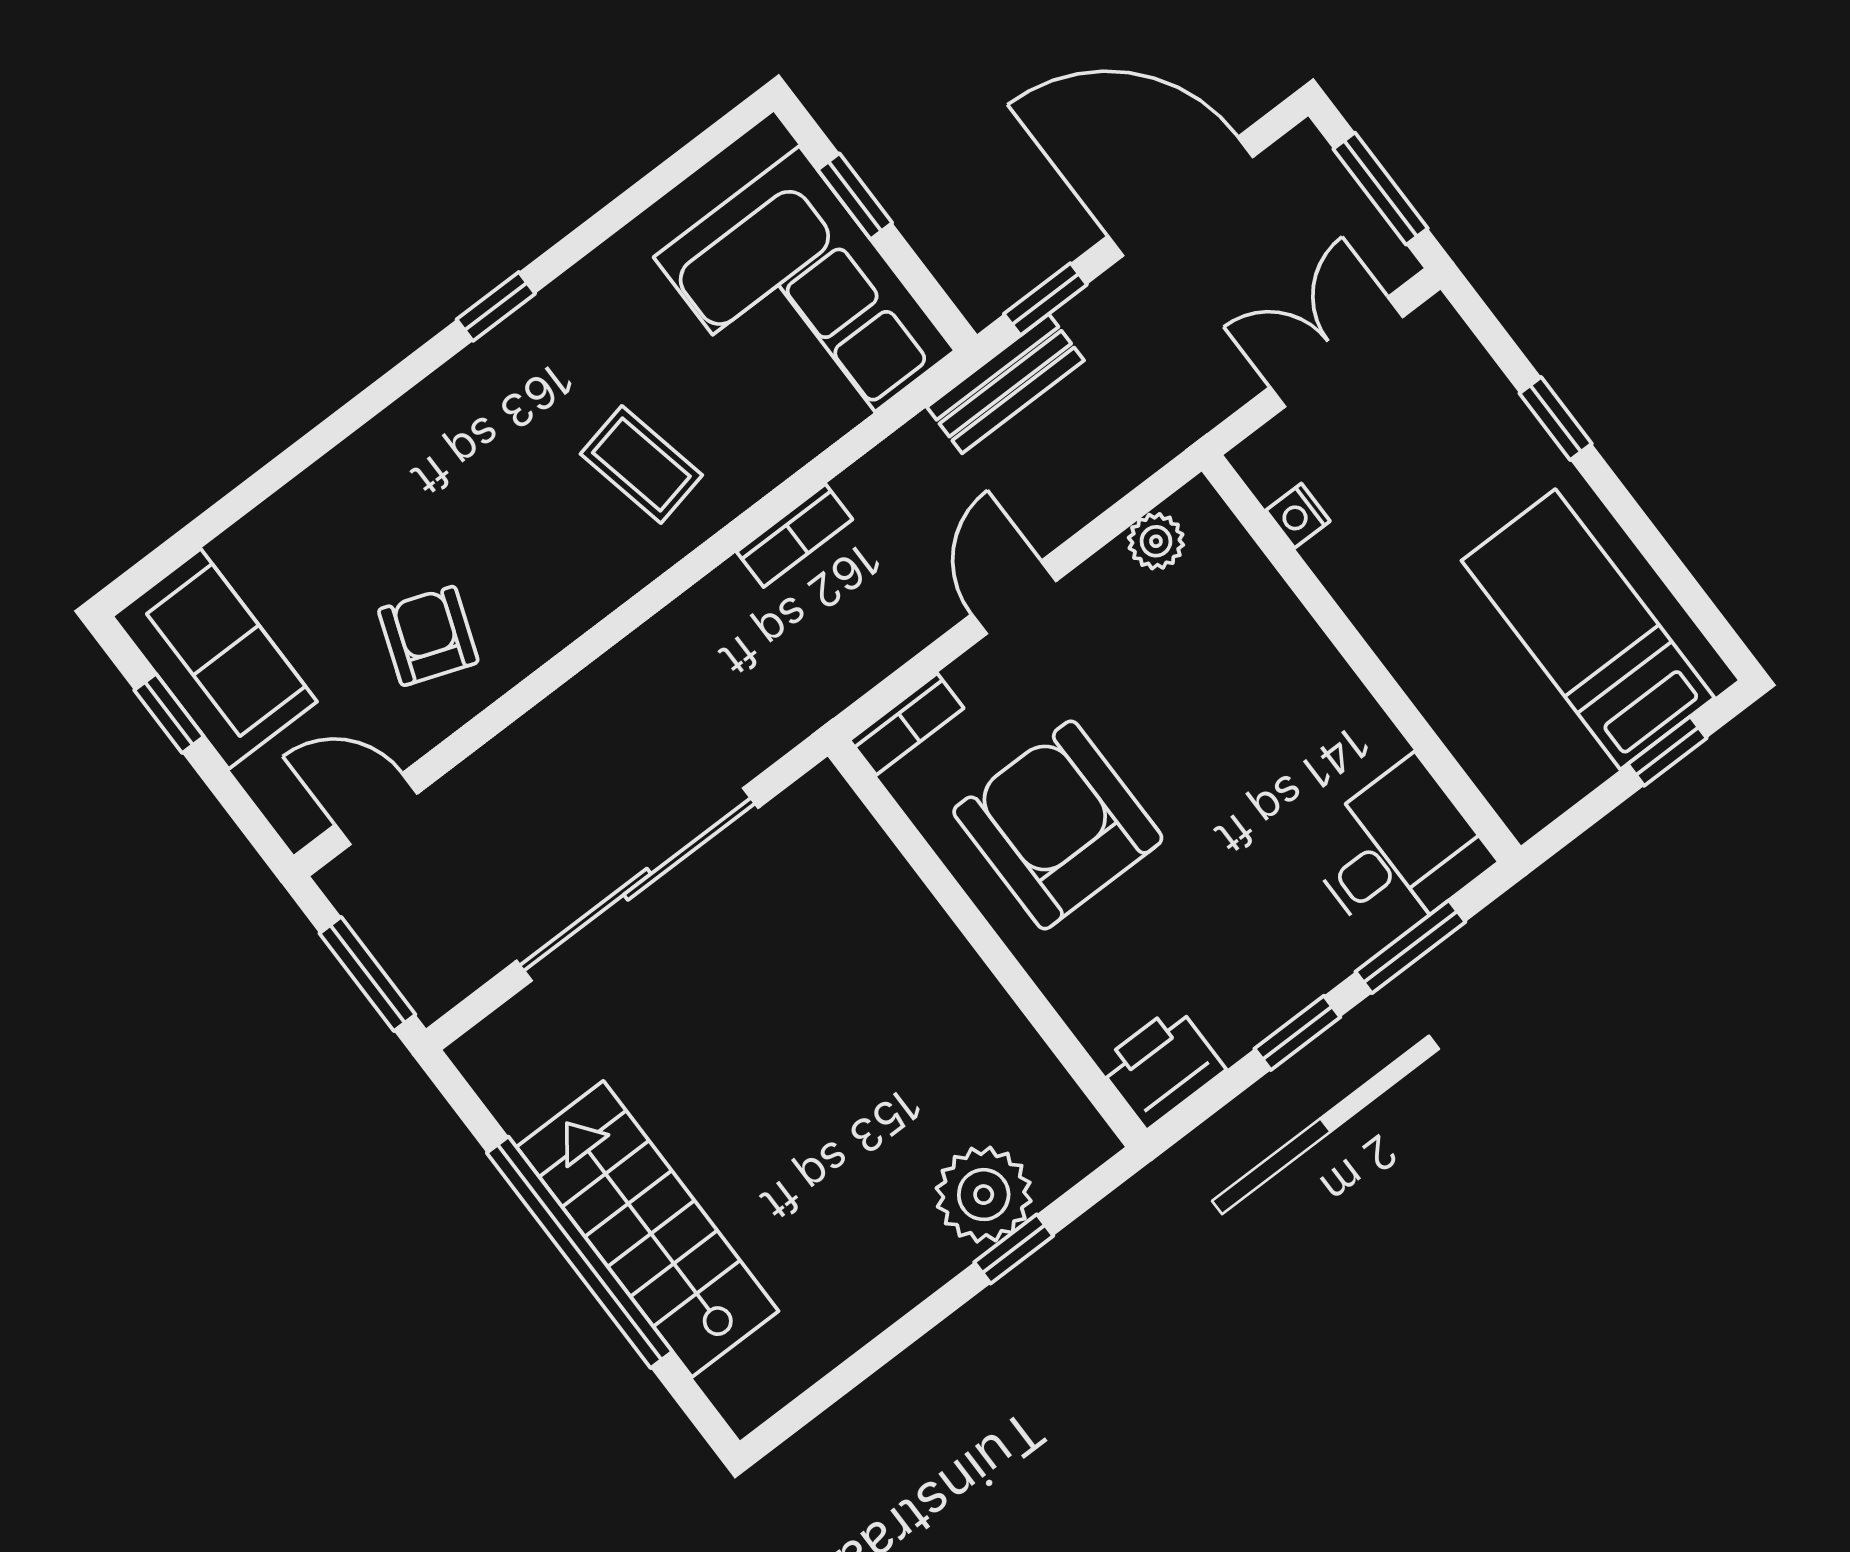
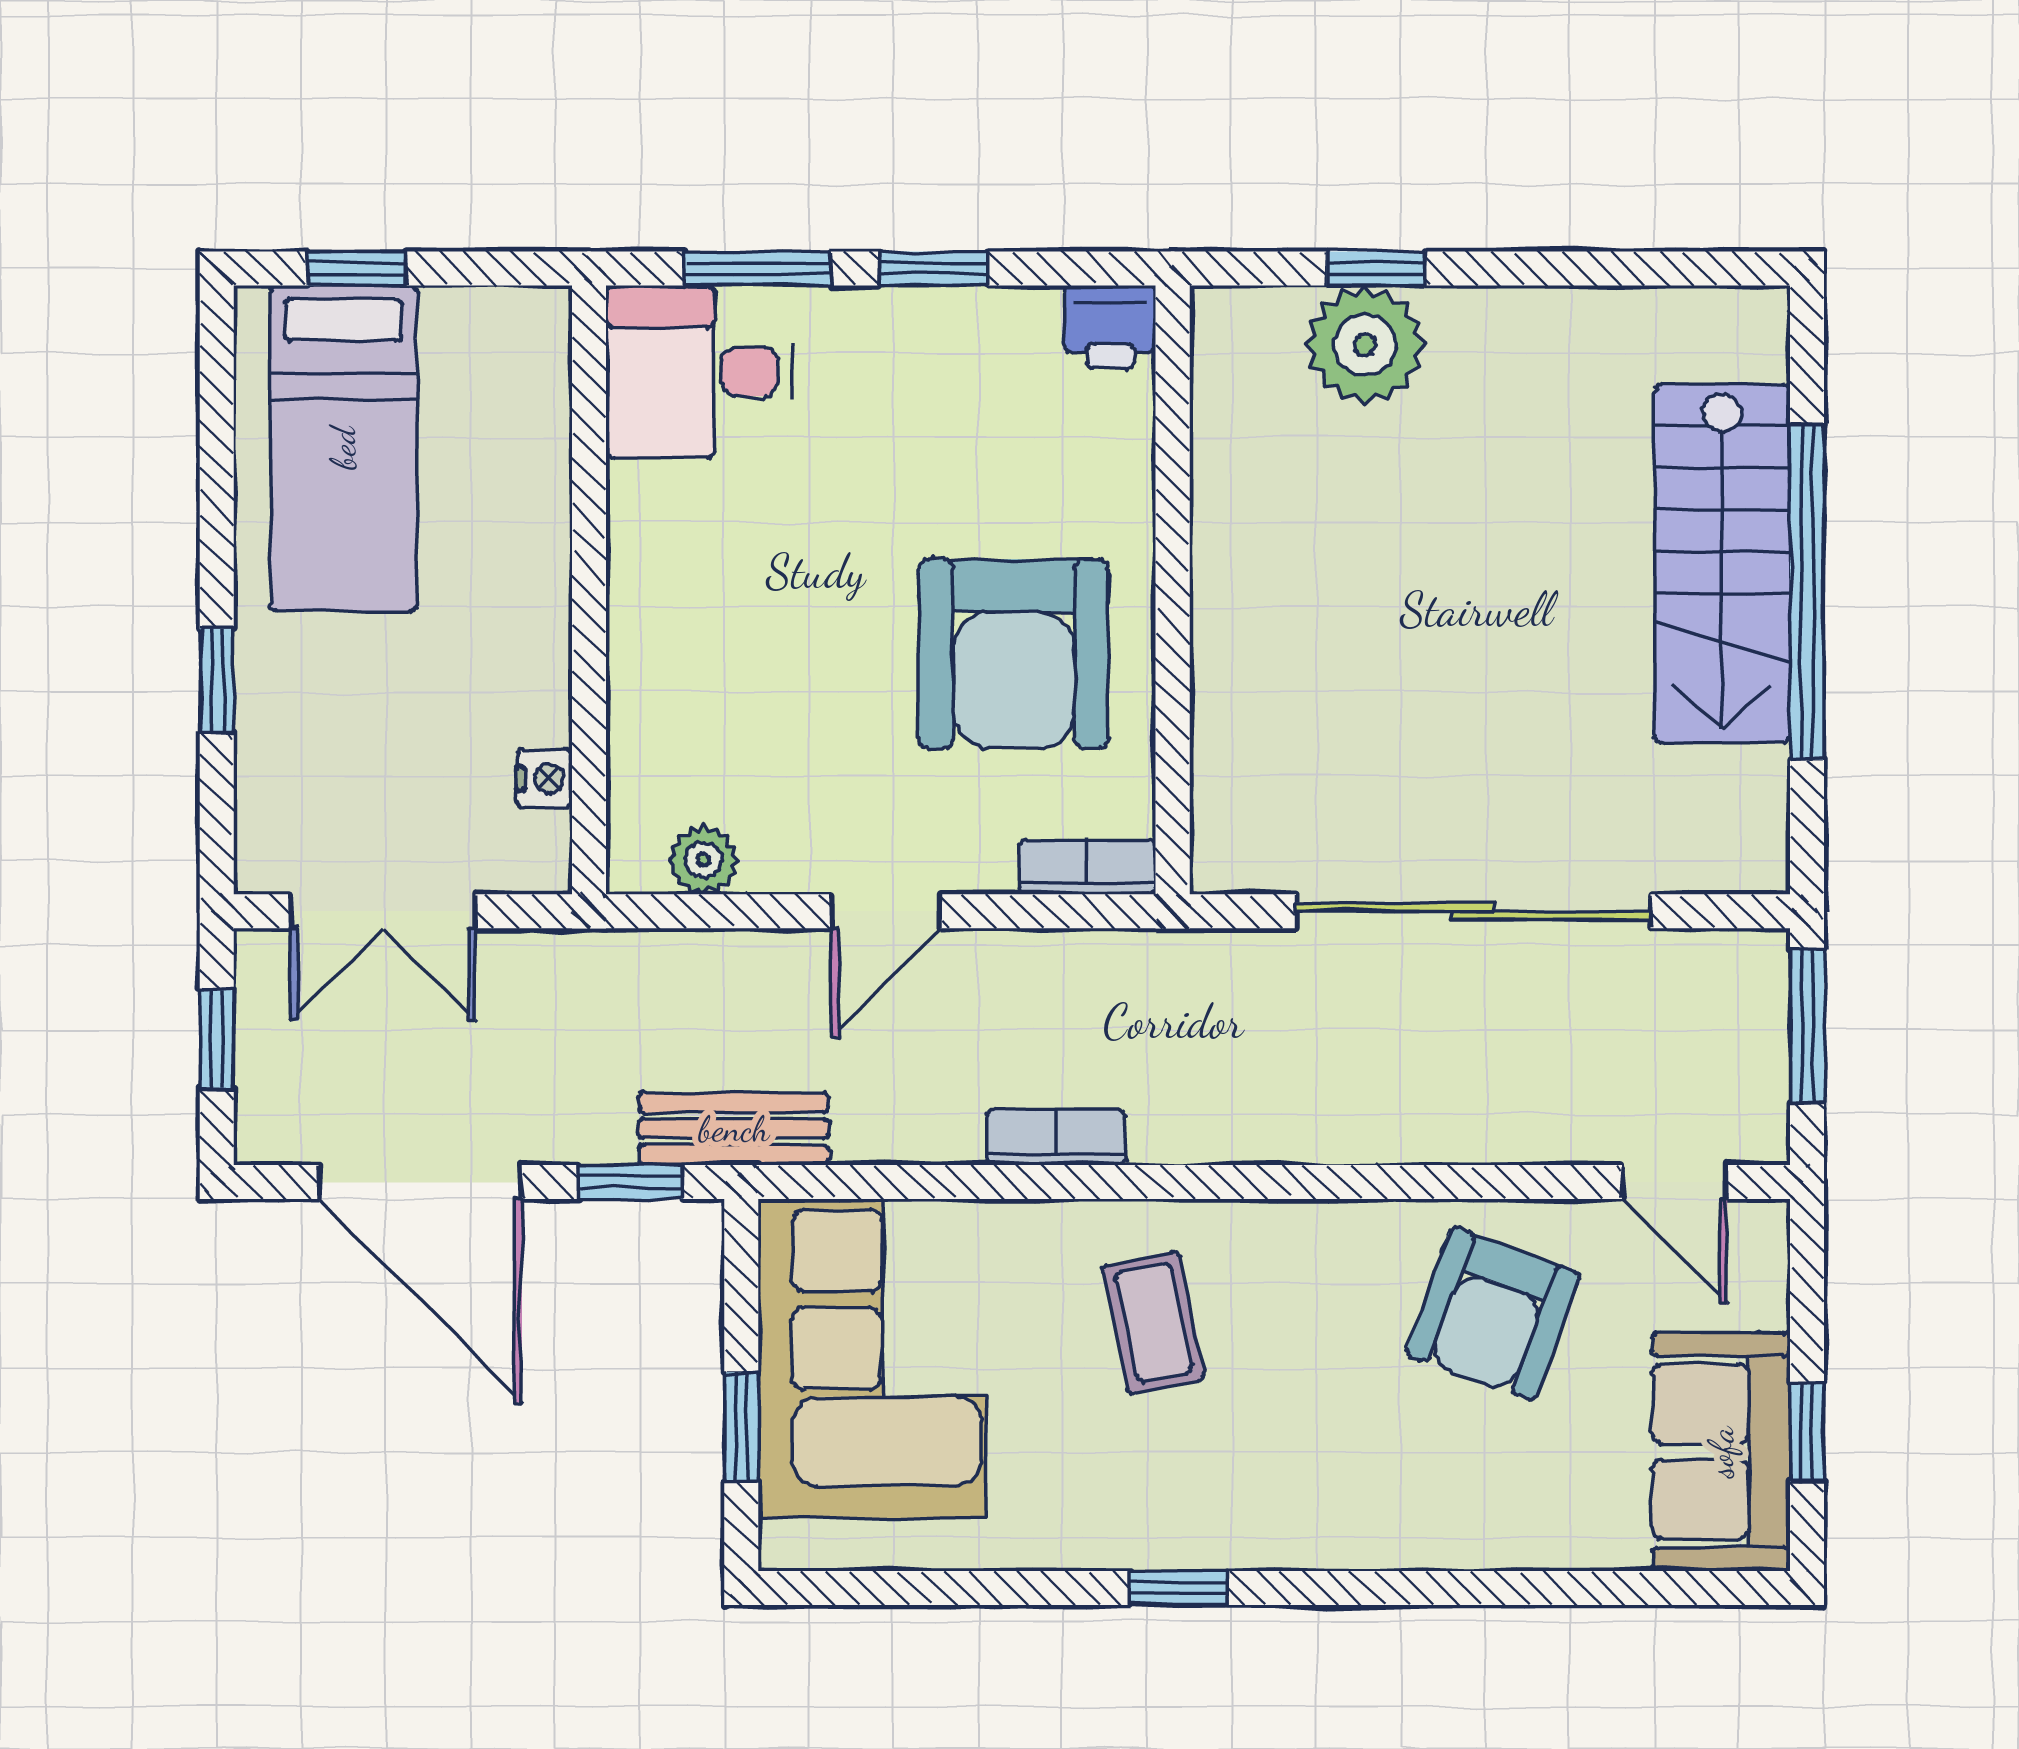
window: (1381, 189) -> (217, 1039), width x0.67
armchair: (428, 636) -> (1493, 1314), width x1.38, depth x1.38
printer: (1162, 1067) -> (1110, 327), width x0.73, depth x0.81

